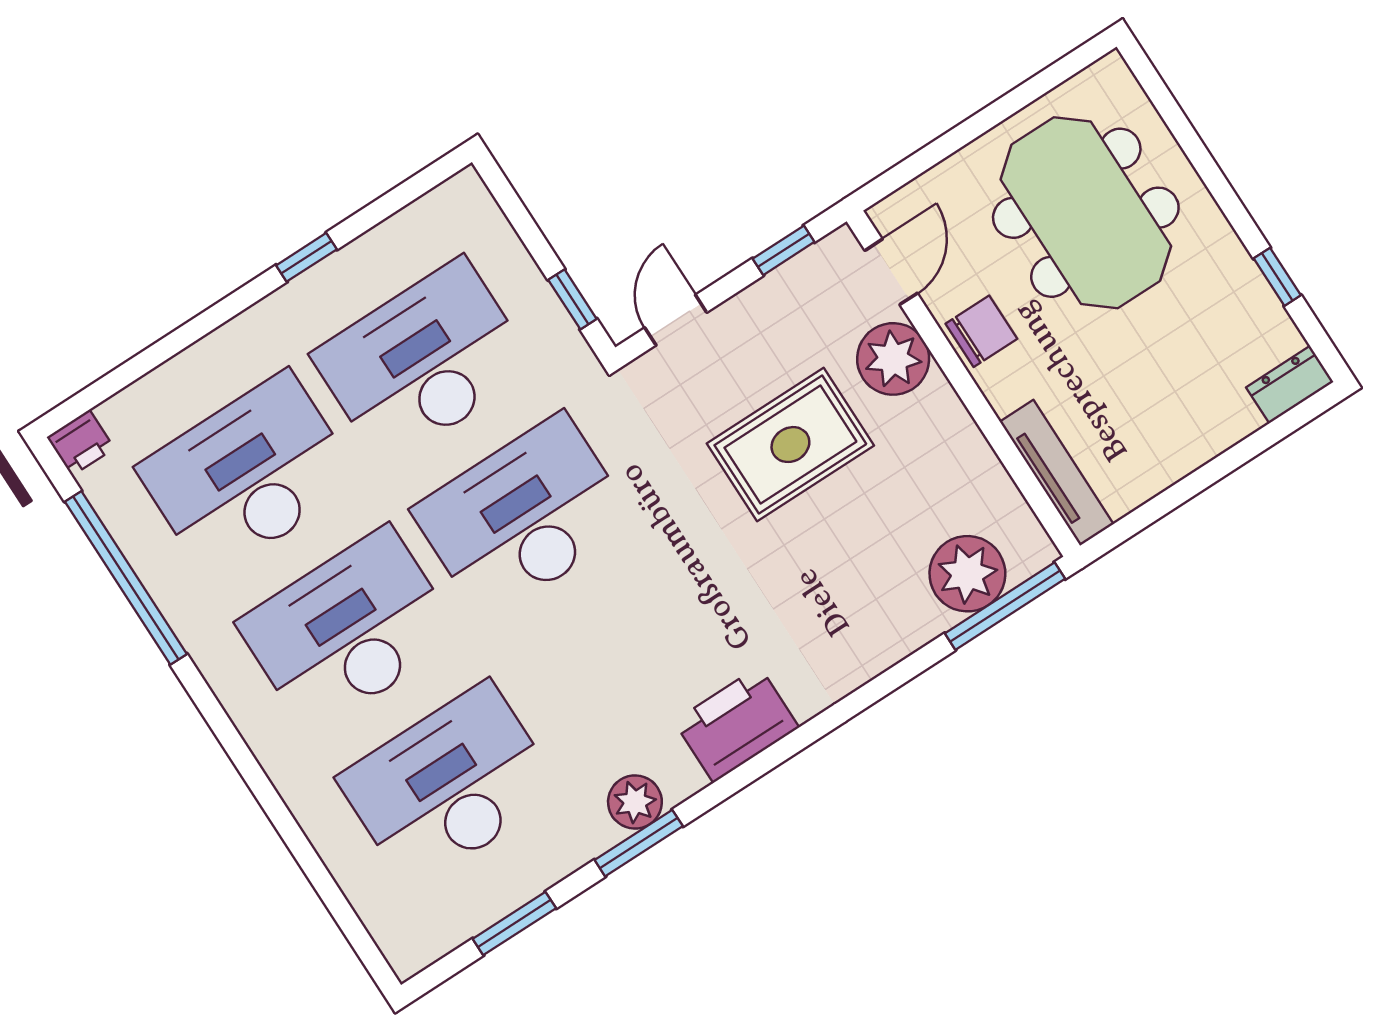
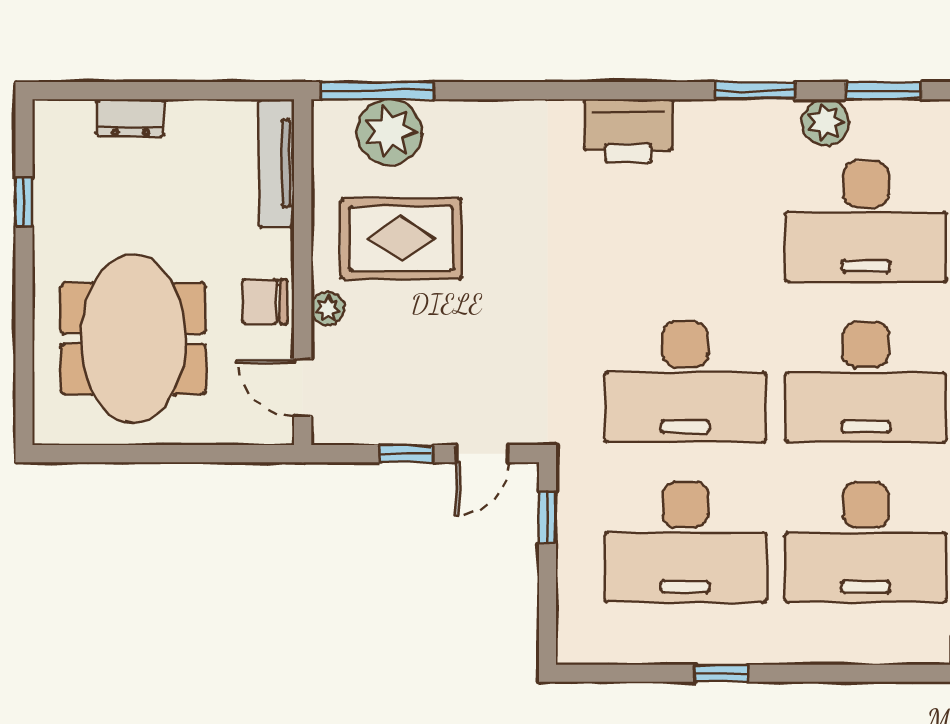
window: (784, 250) -> (406, 454), moved
door: (891, 272) -> (303, 387), hinge flipped
plant: (893, 359) -> (328, 309), width x0.53, depth x0.53
dresser: (1290, 385) -> (130, 118), moved
rug: (790, 445) -> (401, 239), moved
plant: (635, 802) -> (825, 122), moved

